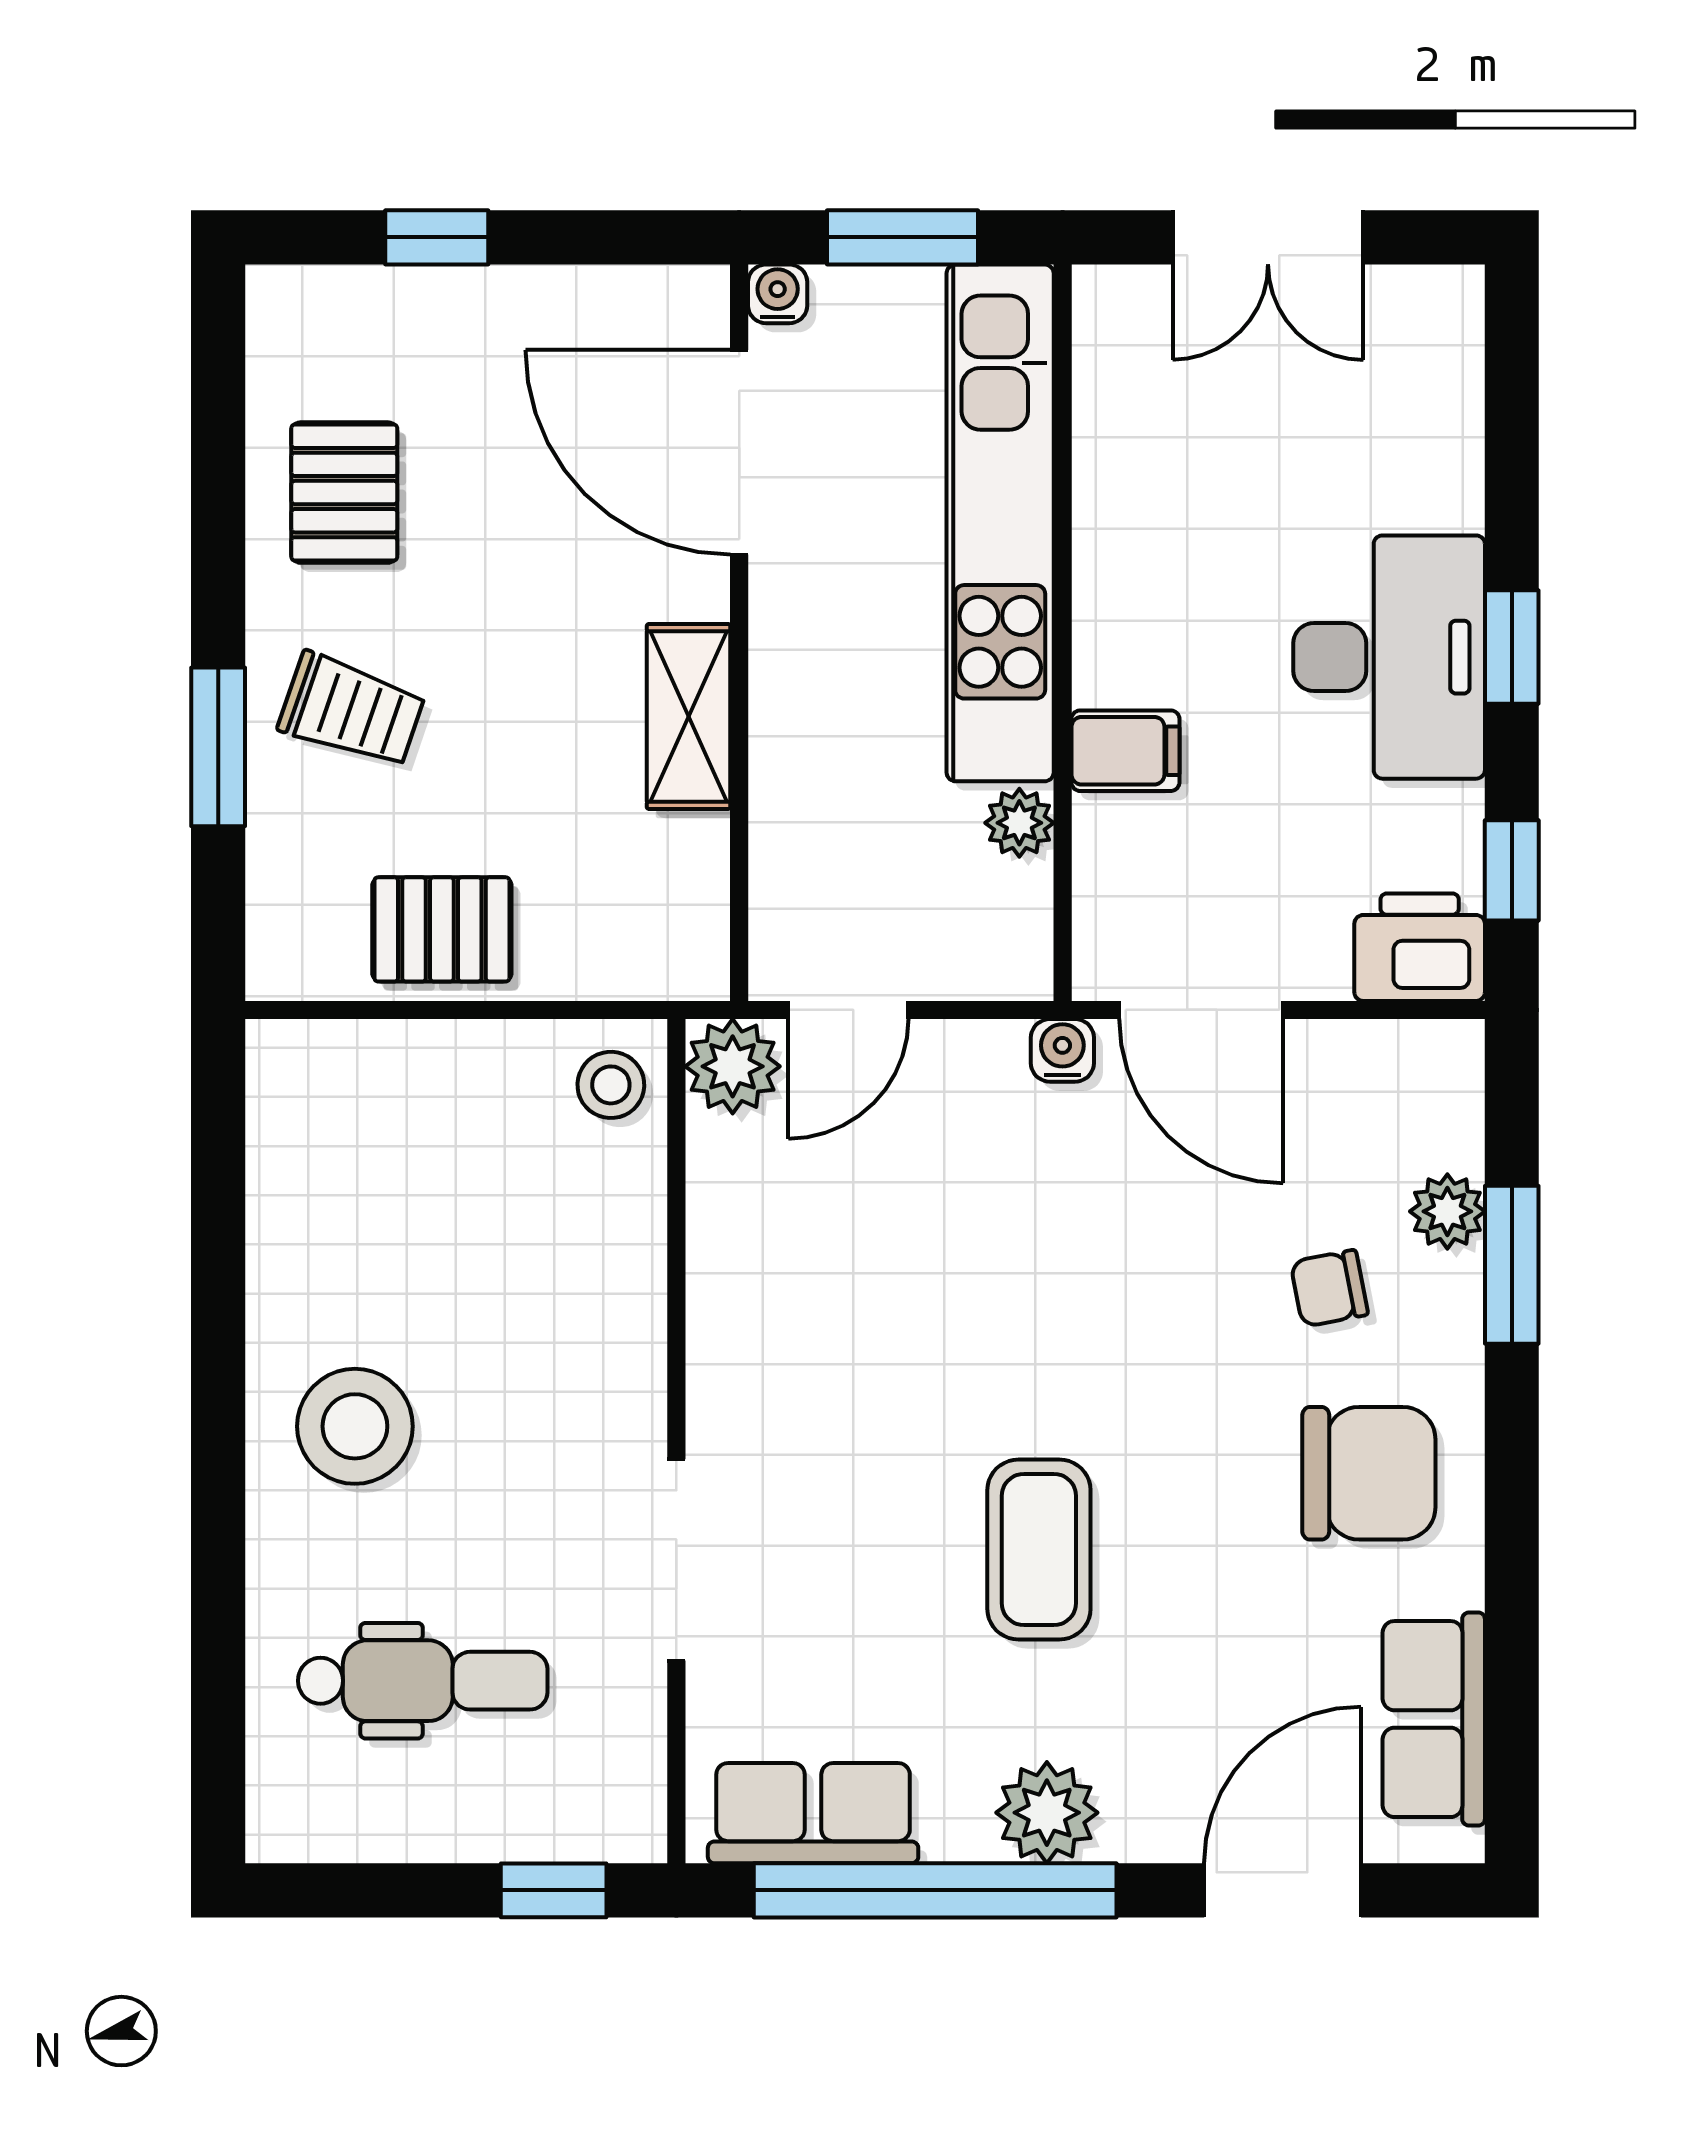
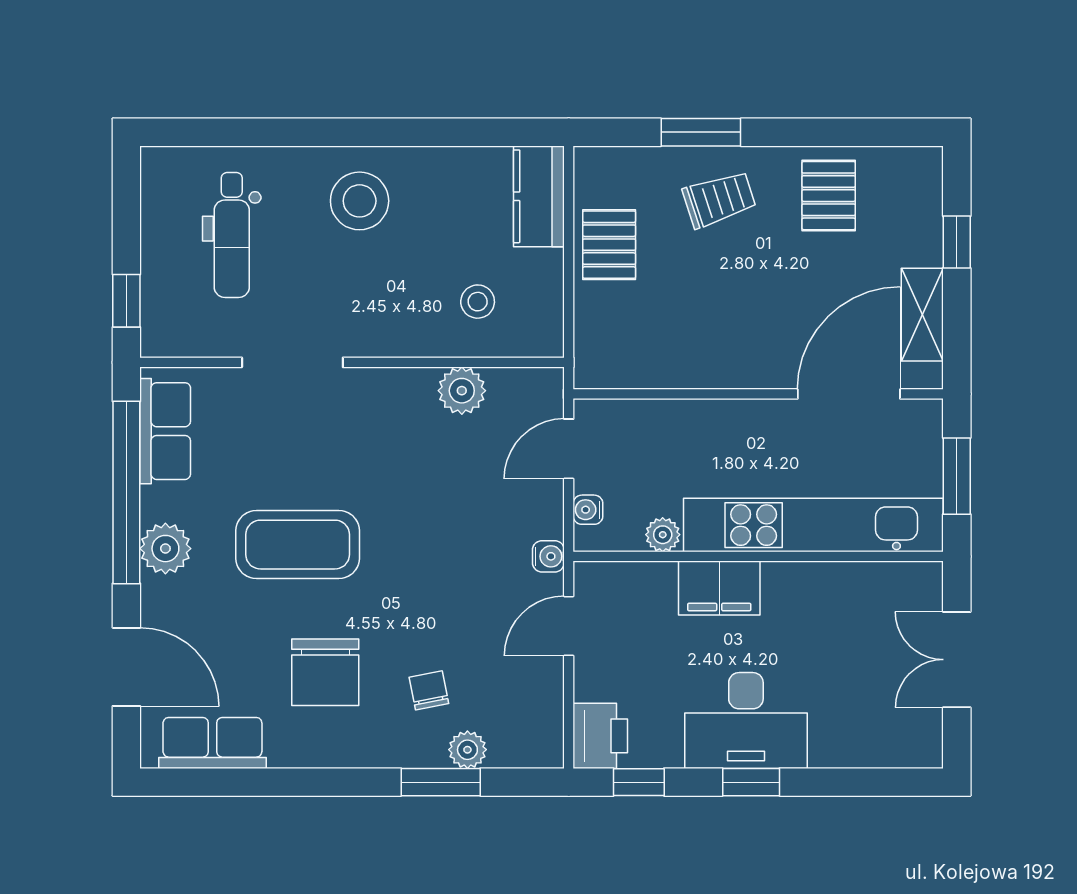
water cooler: (778, 294) -> (588, 510), moved, turned 180
pallet: (344, 493) -> (829, 196), turned 90
trolley: (352, 710) -> (719, 199), turned -127
shelving: (689, 716) -> (922, 315), moved, turned 90
filing cabinet: (1125, 751) -> (719, 588), width x2.00
door: (848, 1010) -> (569, 449), hinge flipped
door: (1201, 1010) -> (569, 626), width x0.73
plant: (733, 1066) -> (462, 391), moved
kitchen counter: (346, 1069) -> (539, 196), added
stool: (611, 1085) -> (478, 302), moved
chair: (1369, 1473) -> (325, 672), moved
coffee table: (1039, 1549) -> (298, 545), width x1.36, depth x1.32

